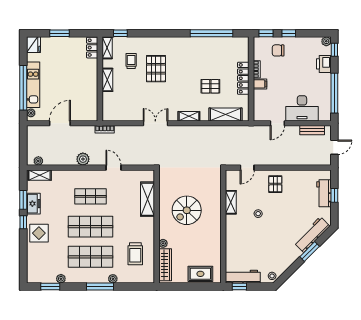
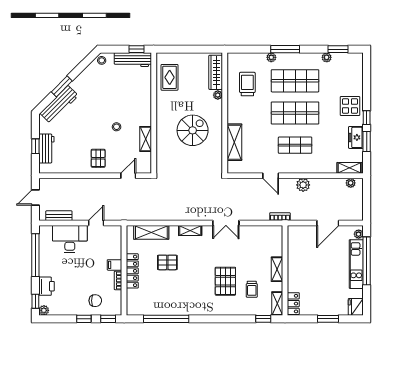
rug: (200, 274) -> (170, 77), moved, turned 90

